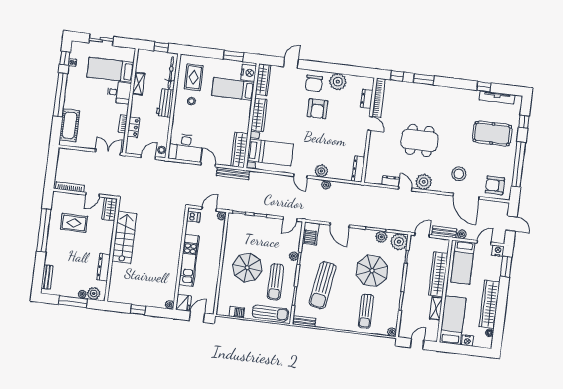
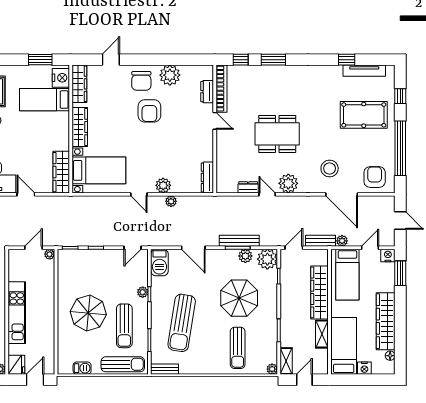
bench: (233, 173) -> (239, 241), moved
armchair: (495, 185) -> (375, 177), turned 90
dishwasher: (193, 217) -> (16, 260), removed
shelving: (404, 327) -> (286, 361), added

